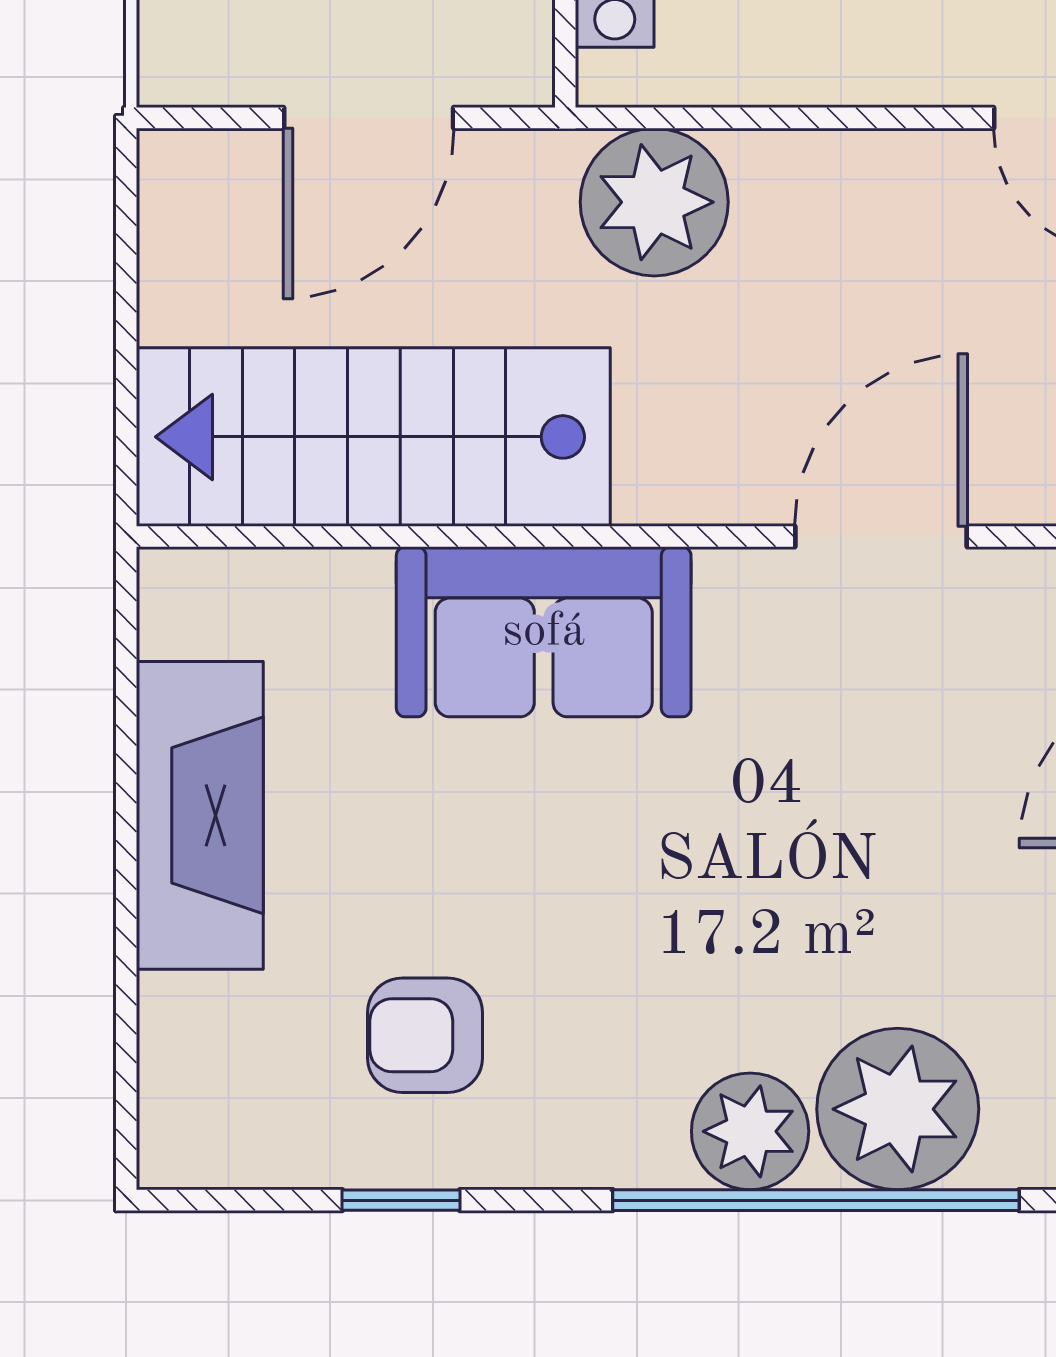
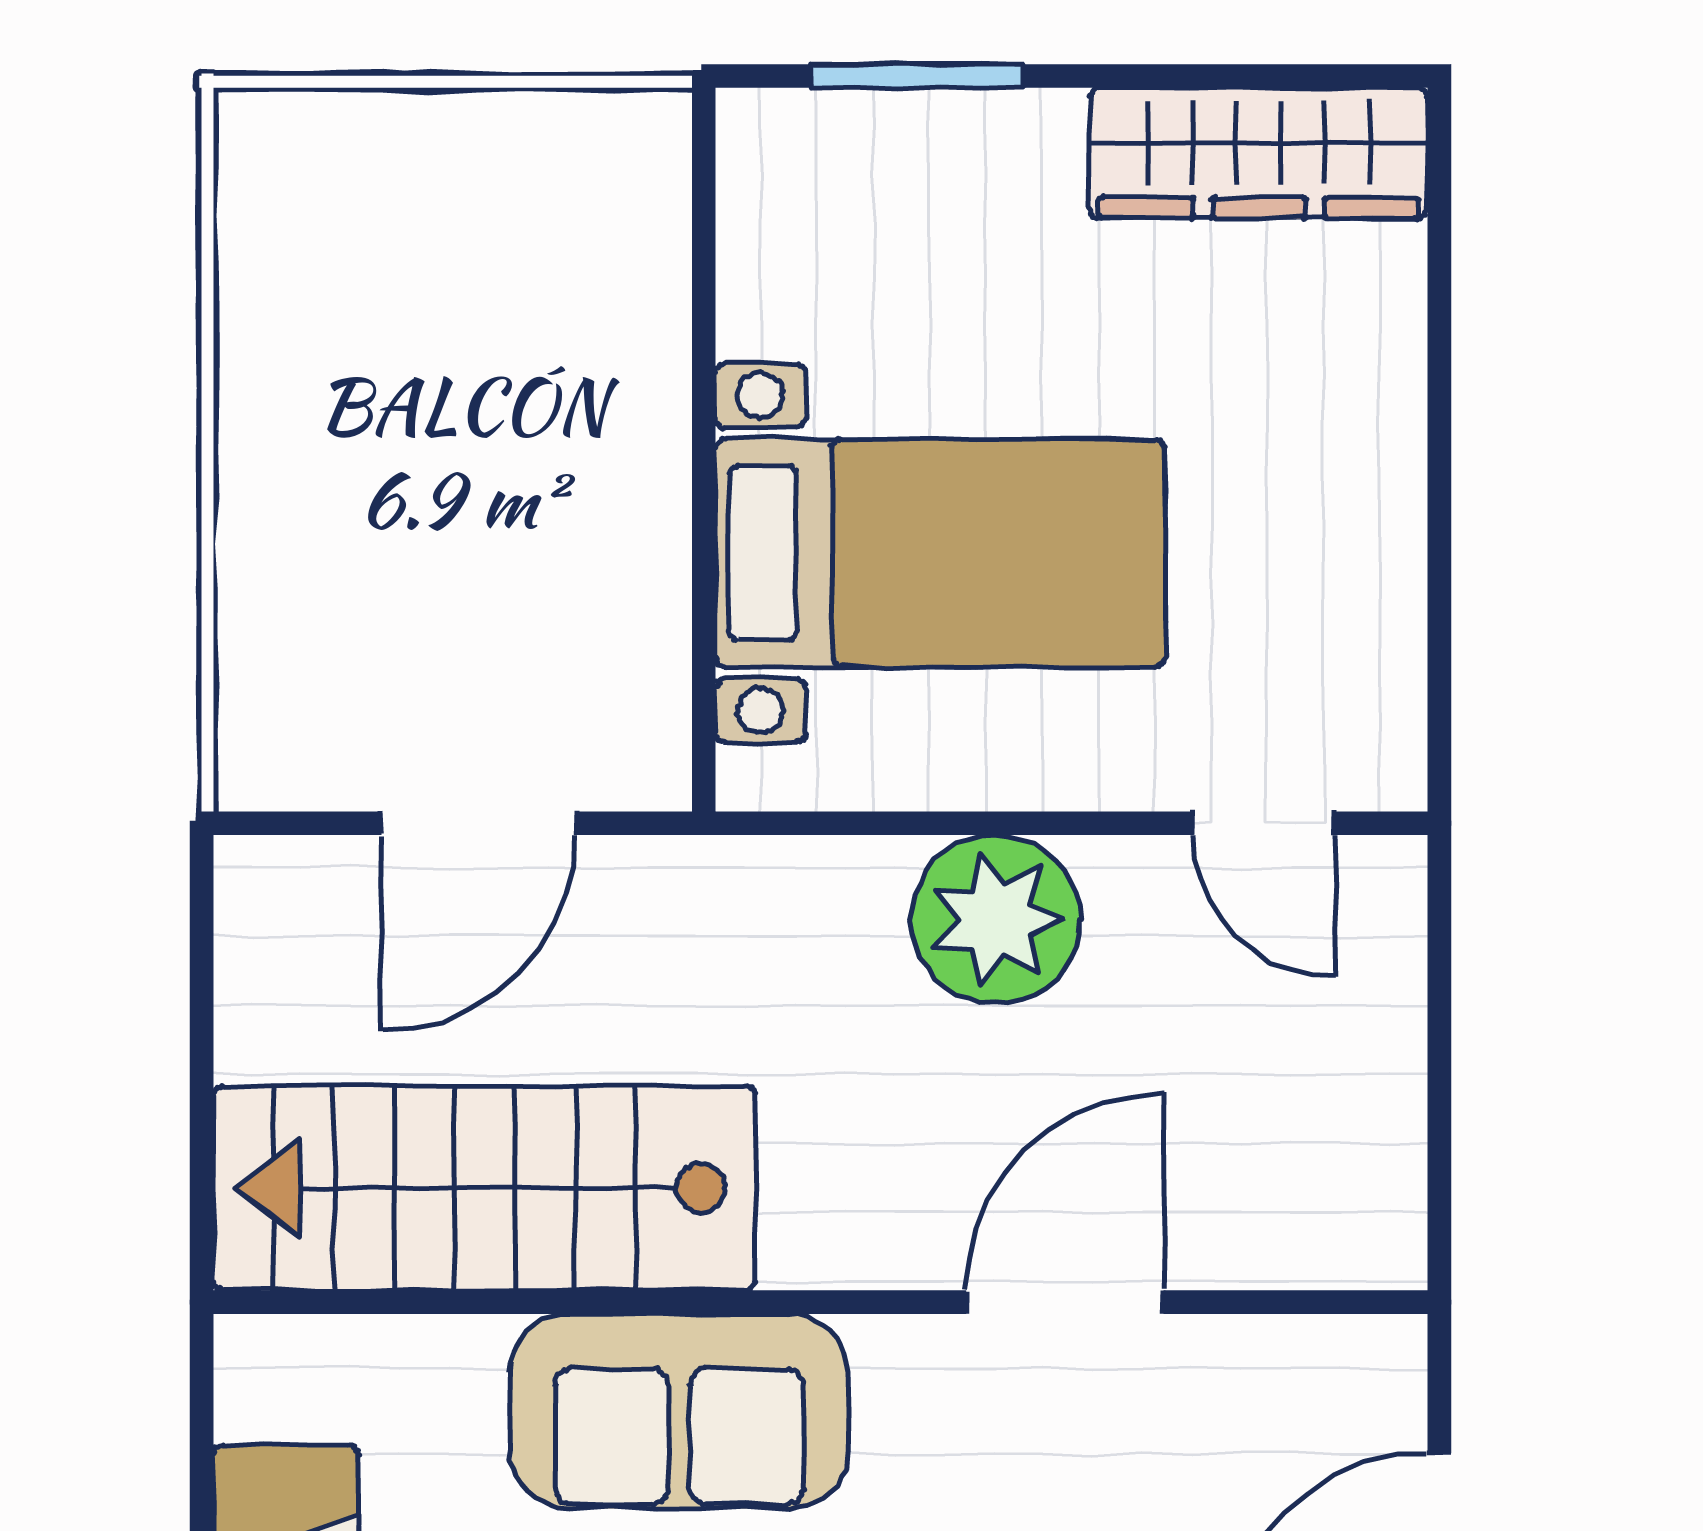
plant: (654, 202) -> (996, 920), moved

